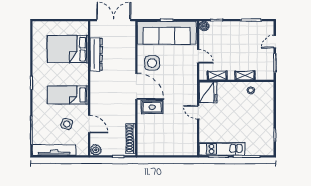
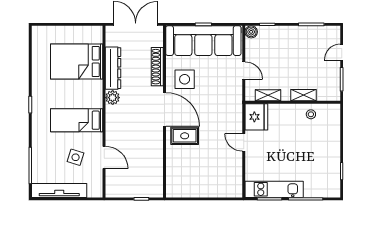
shoe rack: (131, 138) -> (157, 67), moved
plant: (96, 150) -> (113, 98), moved

